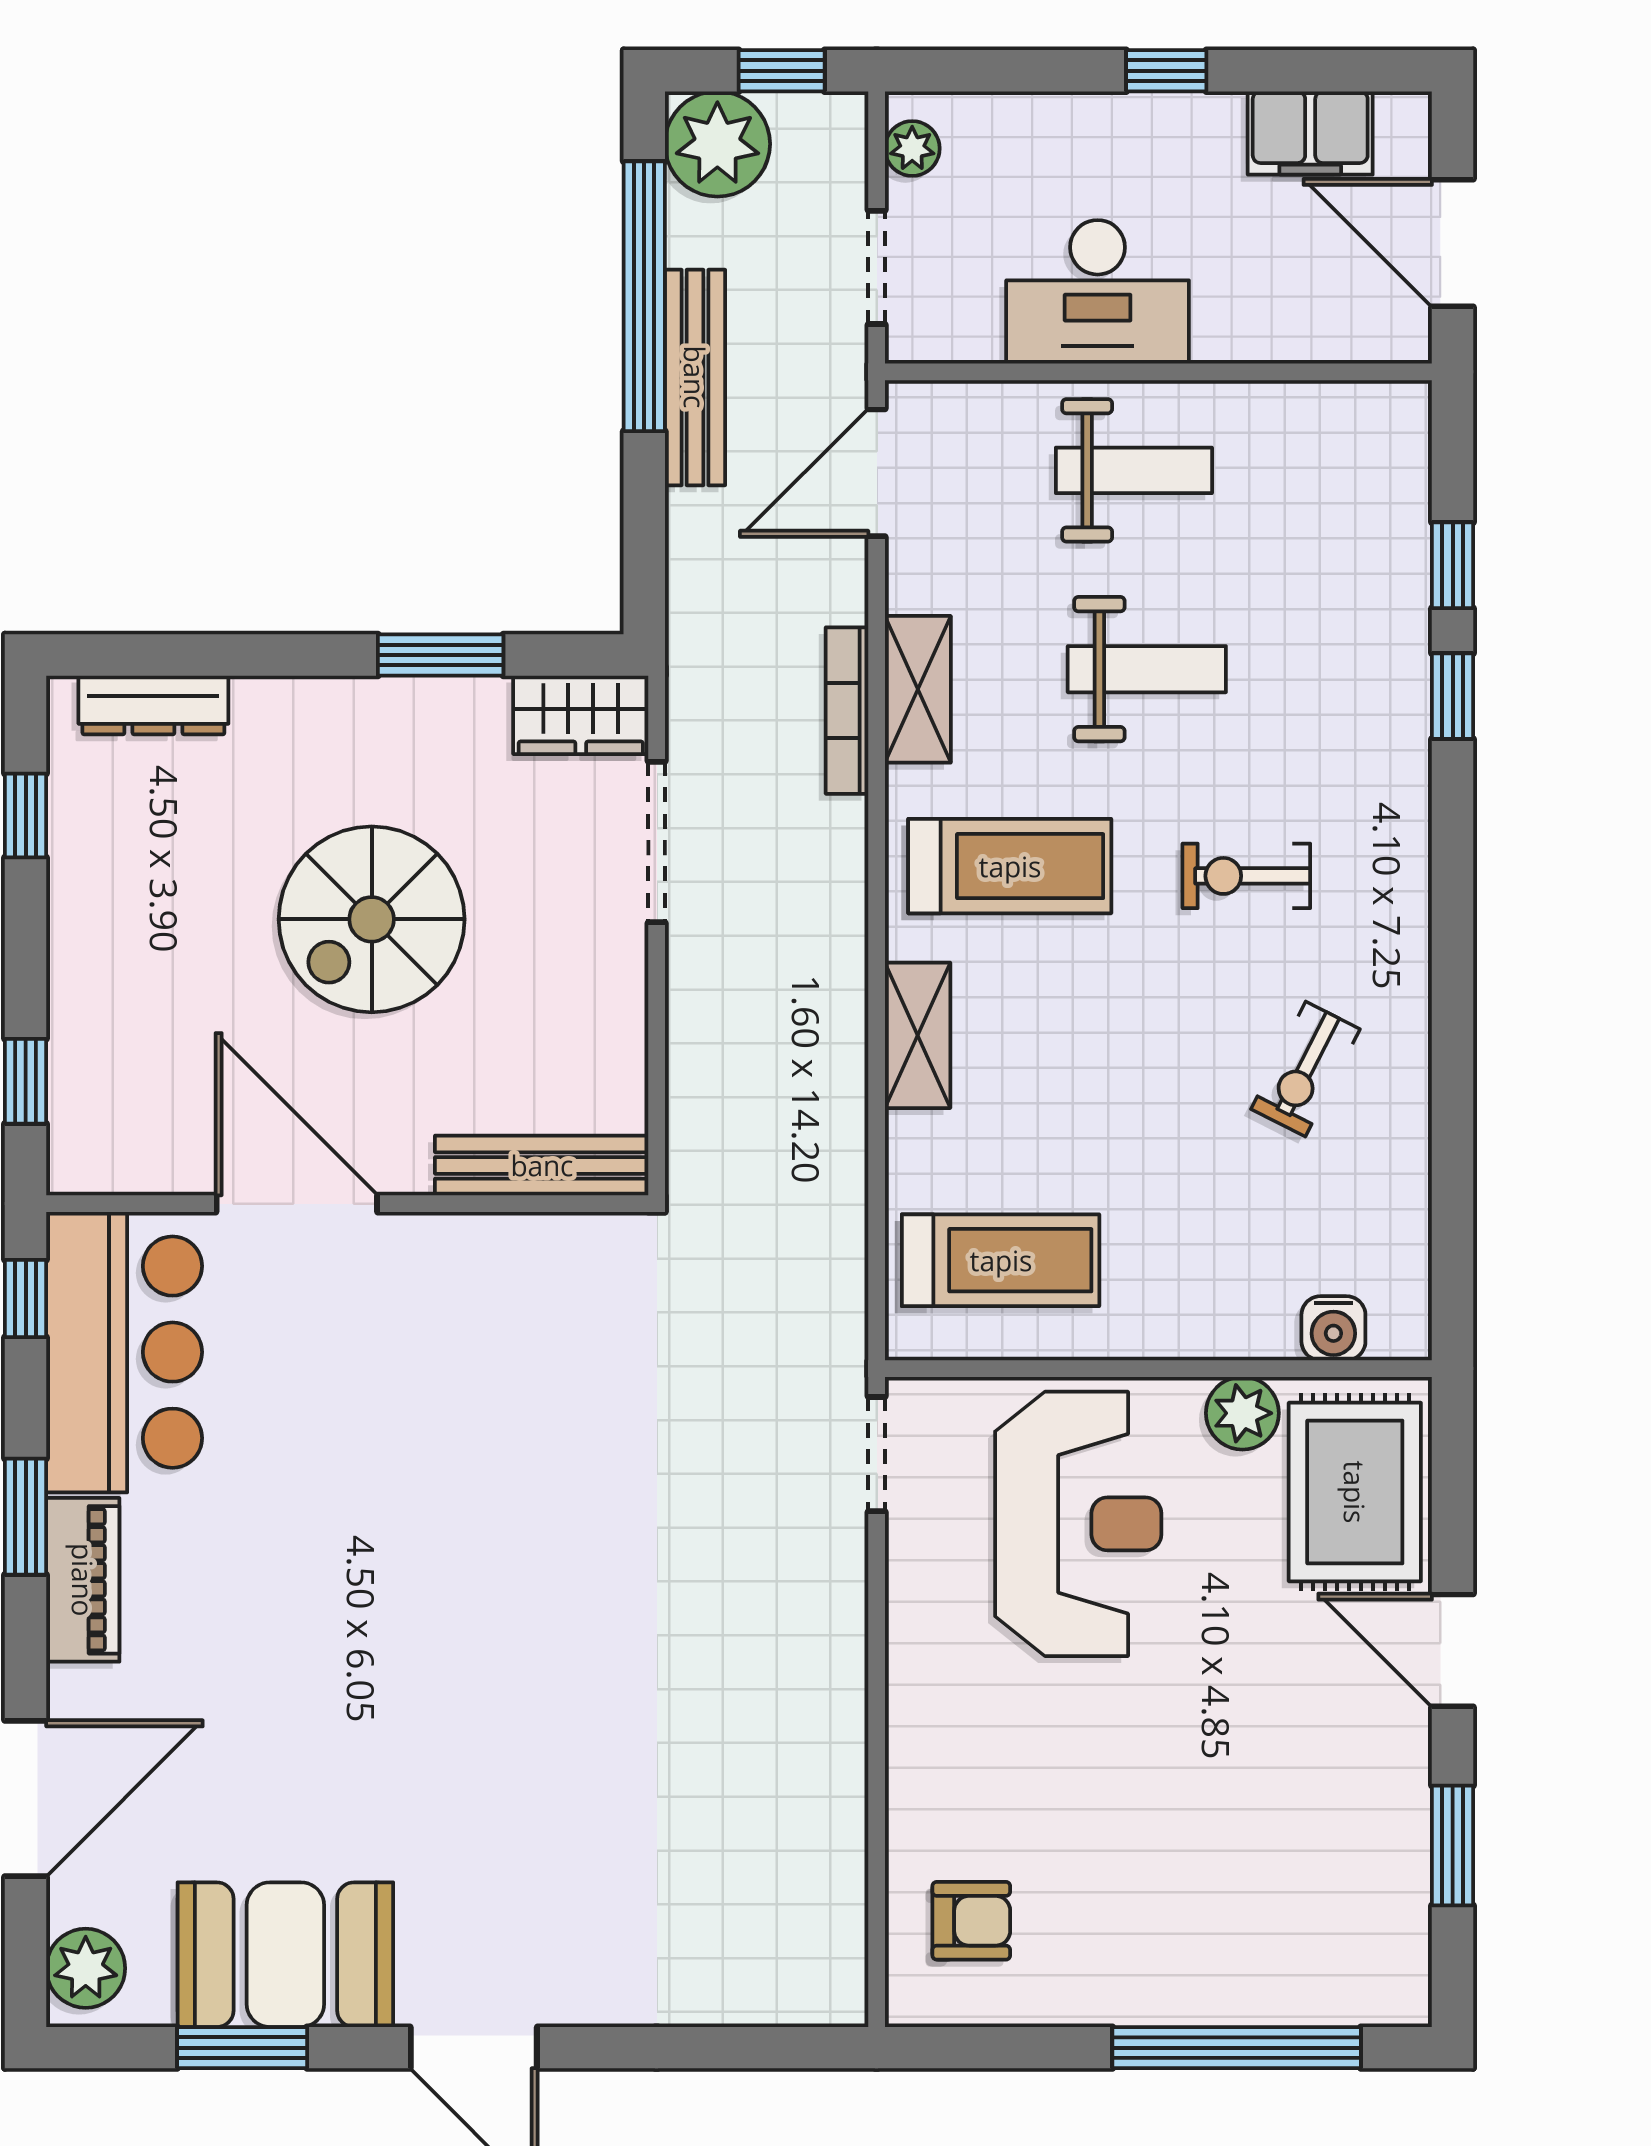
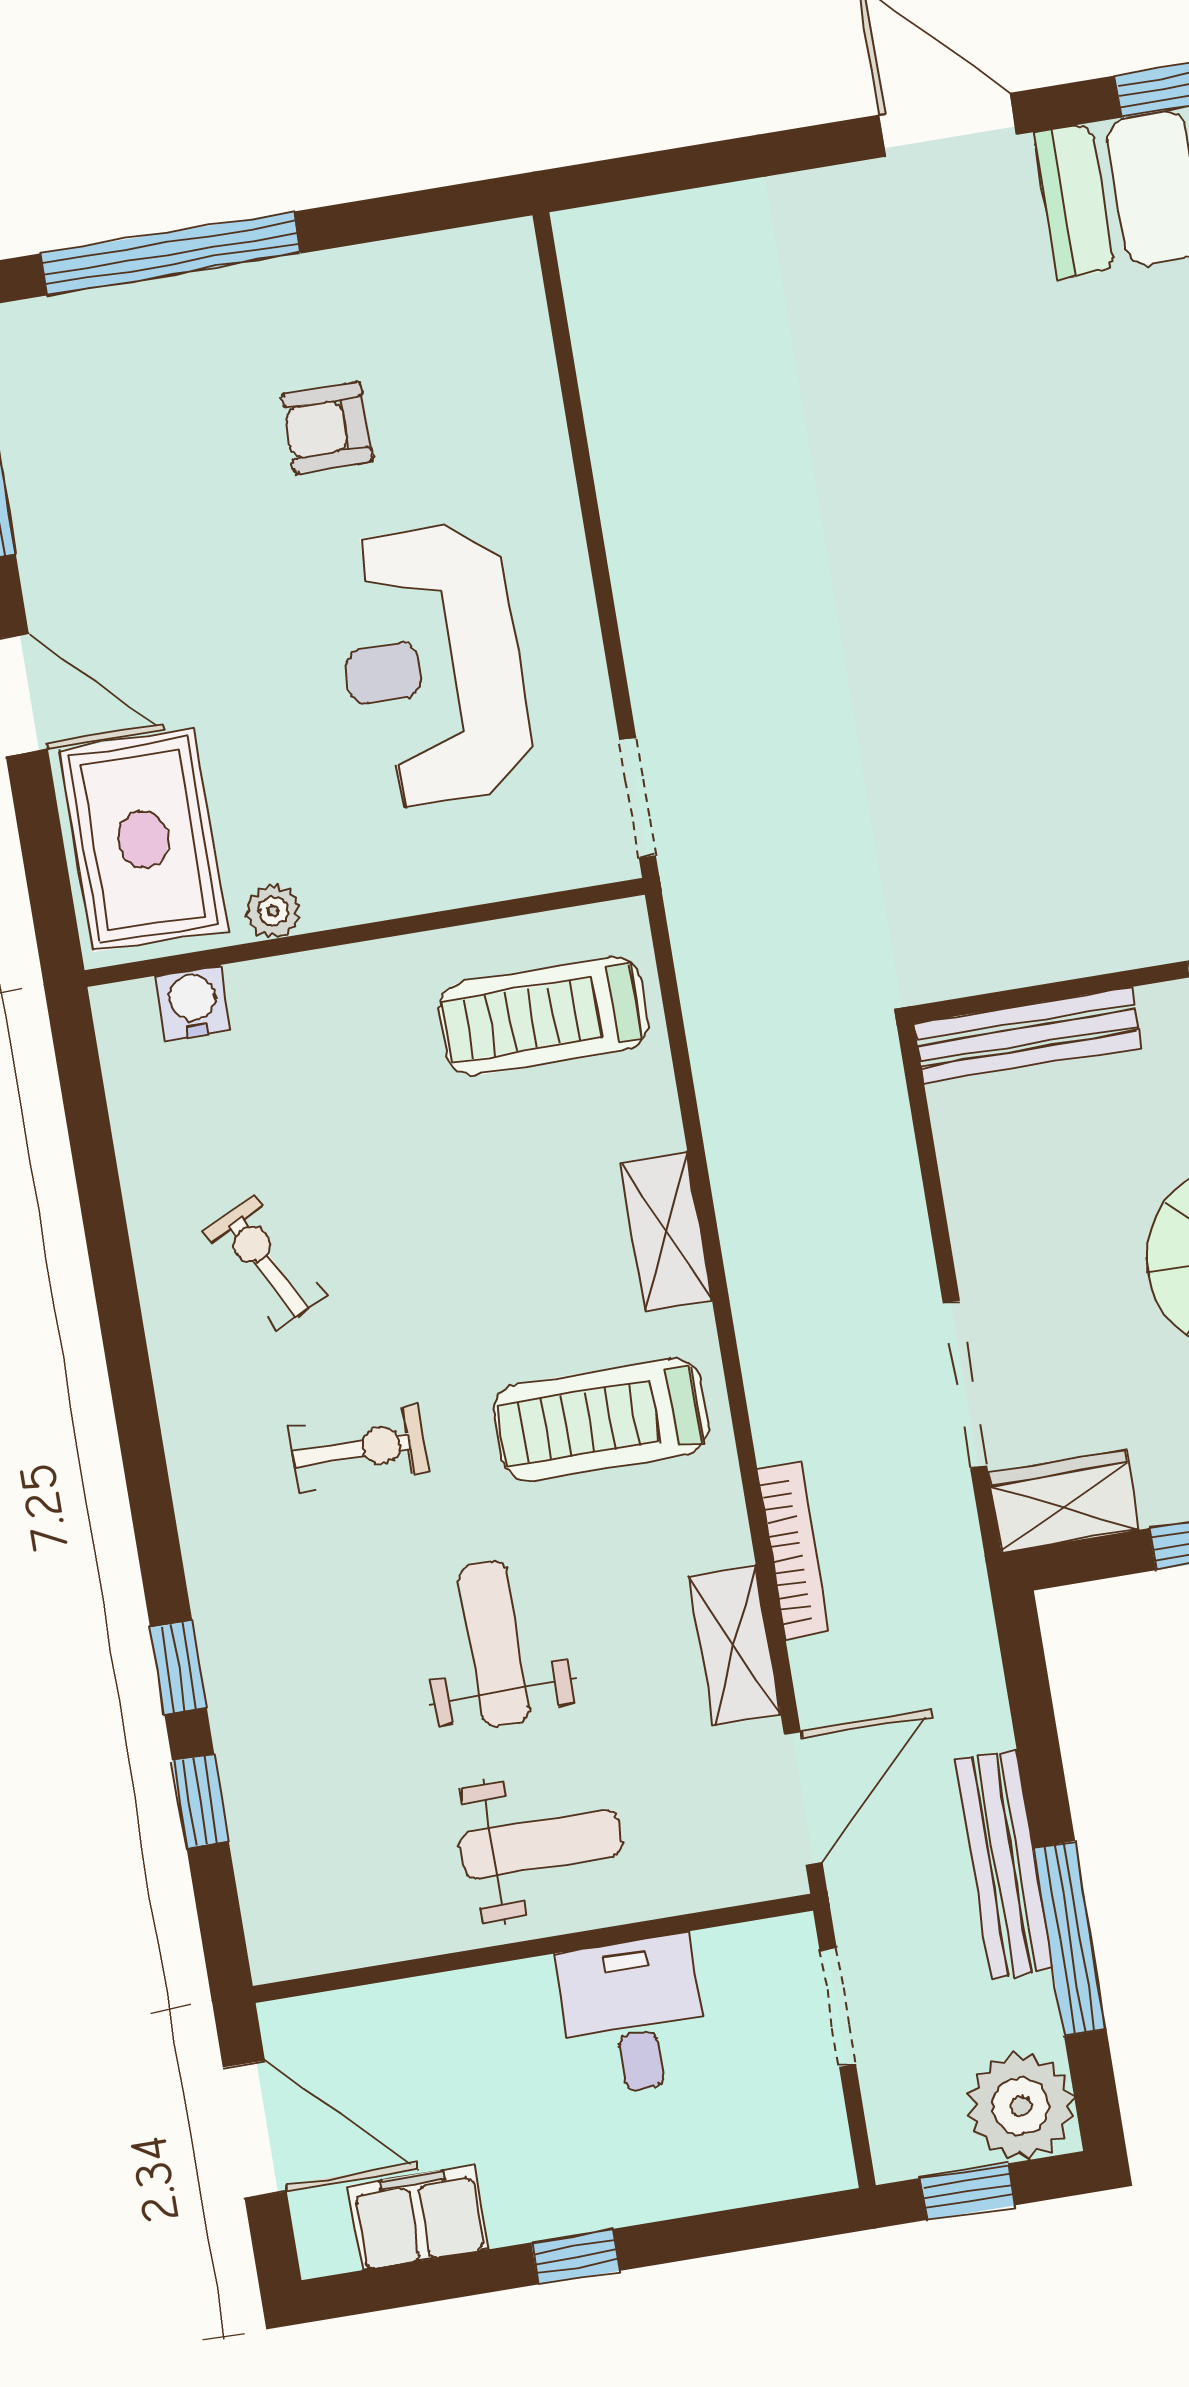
plant: (912, 148) -> (821, 2134), removed
desk: (1098, 292) -> (634, 2015), width x0.73
window: (644, 296) -> (1070, 1939), width x0.68
weight bench: (1134, 470) -> (541, 1844), turned 180
weight bench: (1147, 669) -> (494, 1643), turned 90
shelving: (918, 689) -> (735, 1646), moved
exercise bike: (1305, 1069) -> (265, 1263), turned -54
plant: (1242, 1413) -> (273, 911), width x0.73, depth x0.73
reception desk: (1078, 1524) -> (433, 665), moved
armchair: (971, 1921) -> (327, 427), moved

